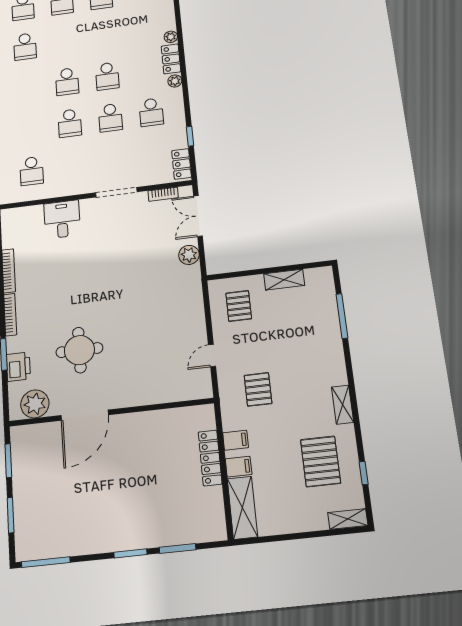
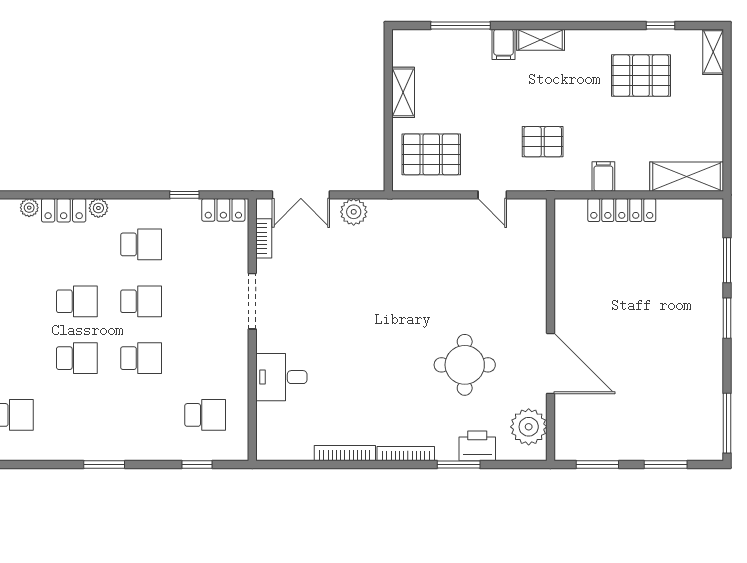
pallet: (239, 306) -> (431, 154), width x1.50, depth x1.42
shelving: (342, 405) -> (541, 40), moved
filing cabinet: (239, 467) -> (504, 44), moved, turned 180

